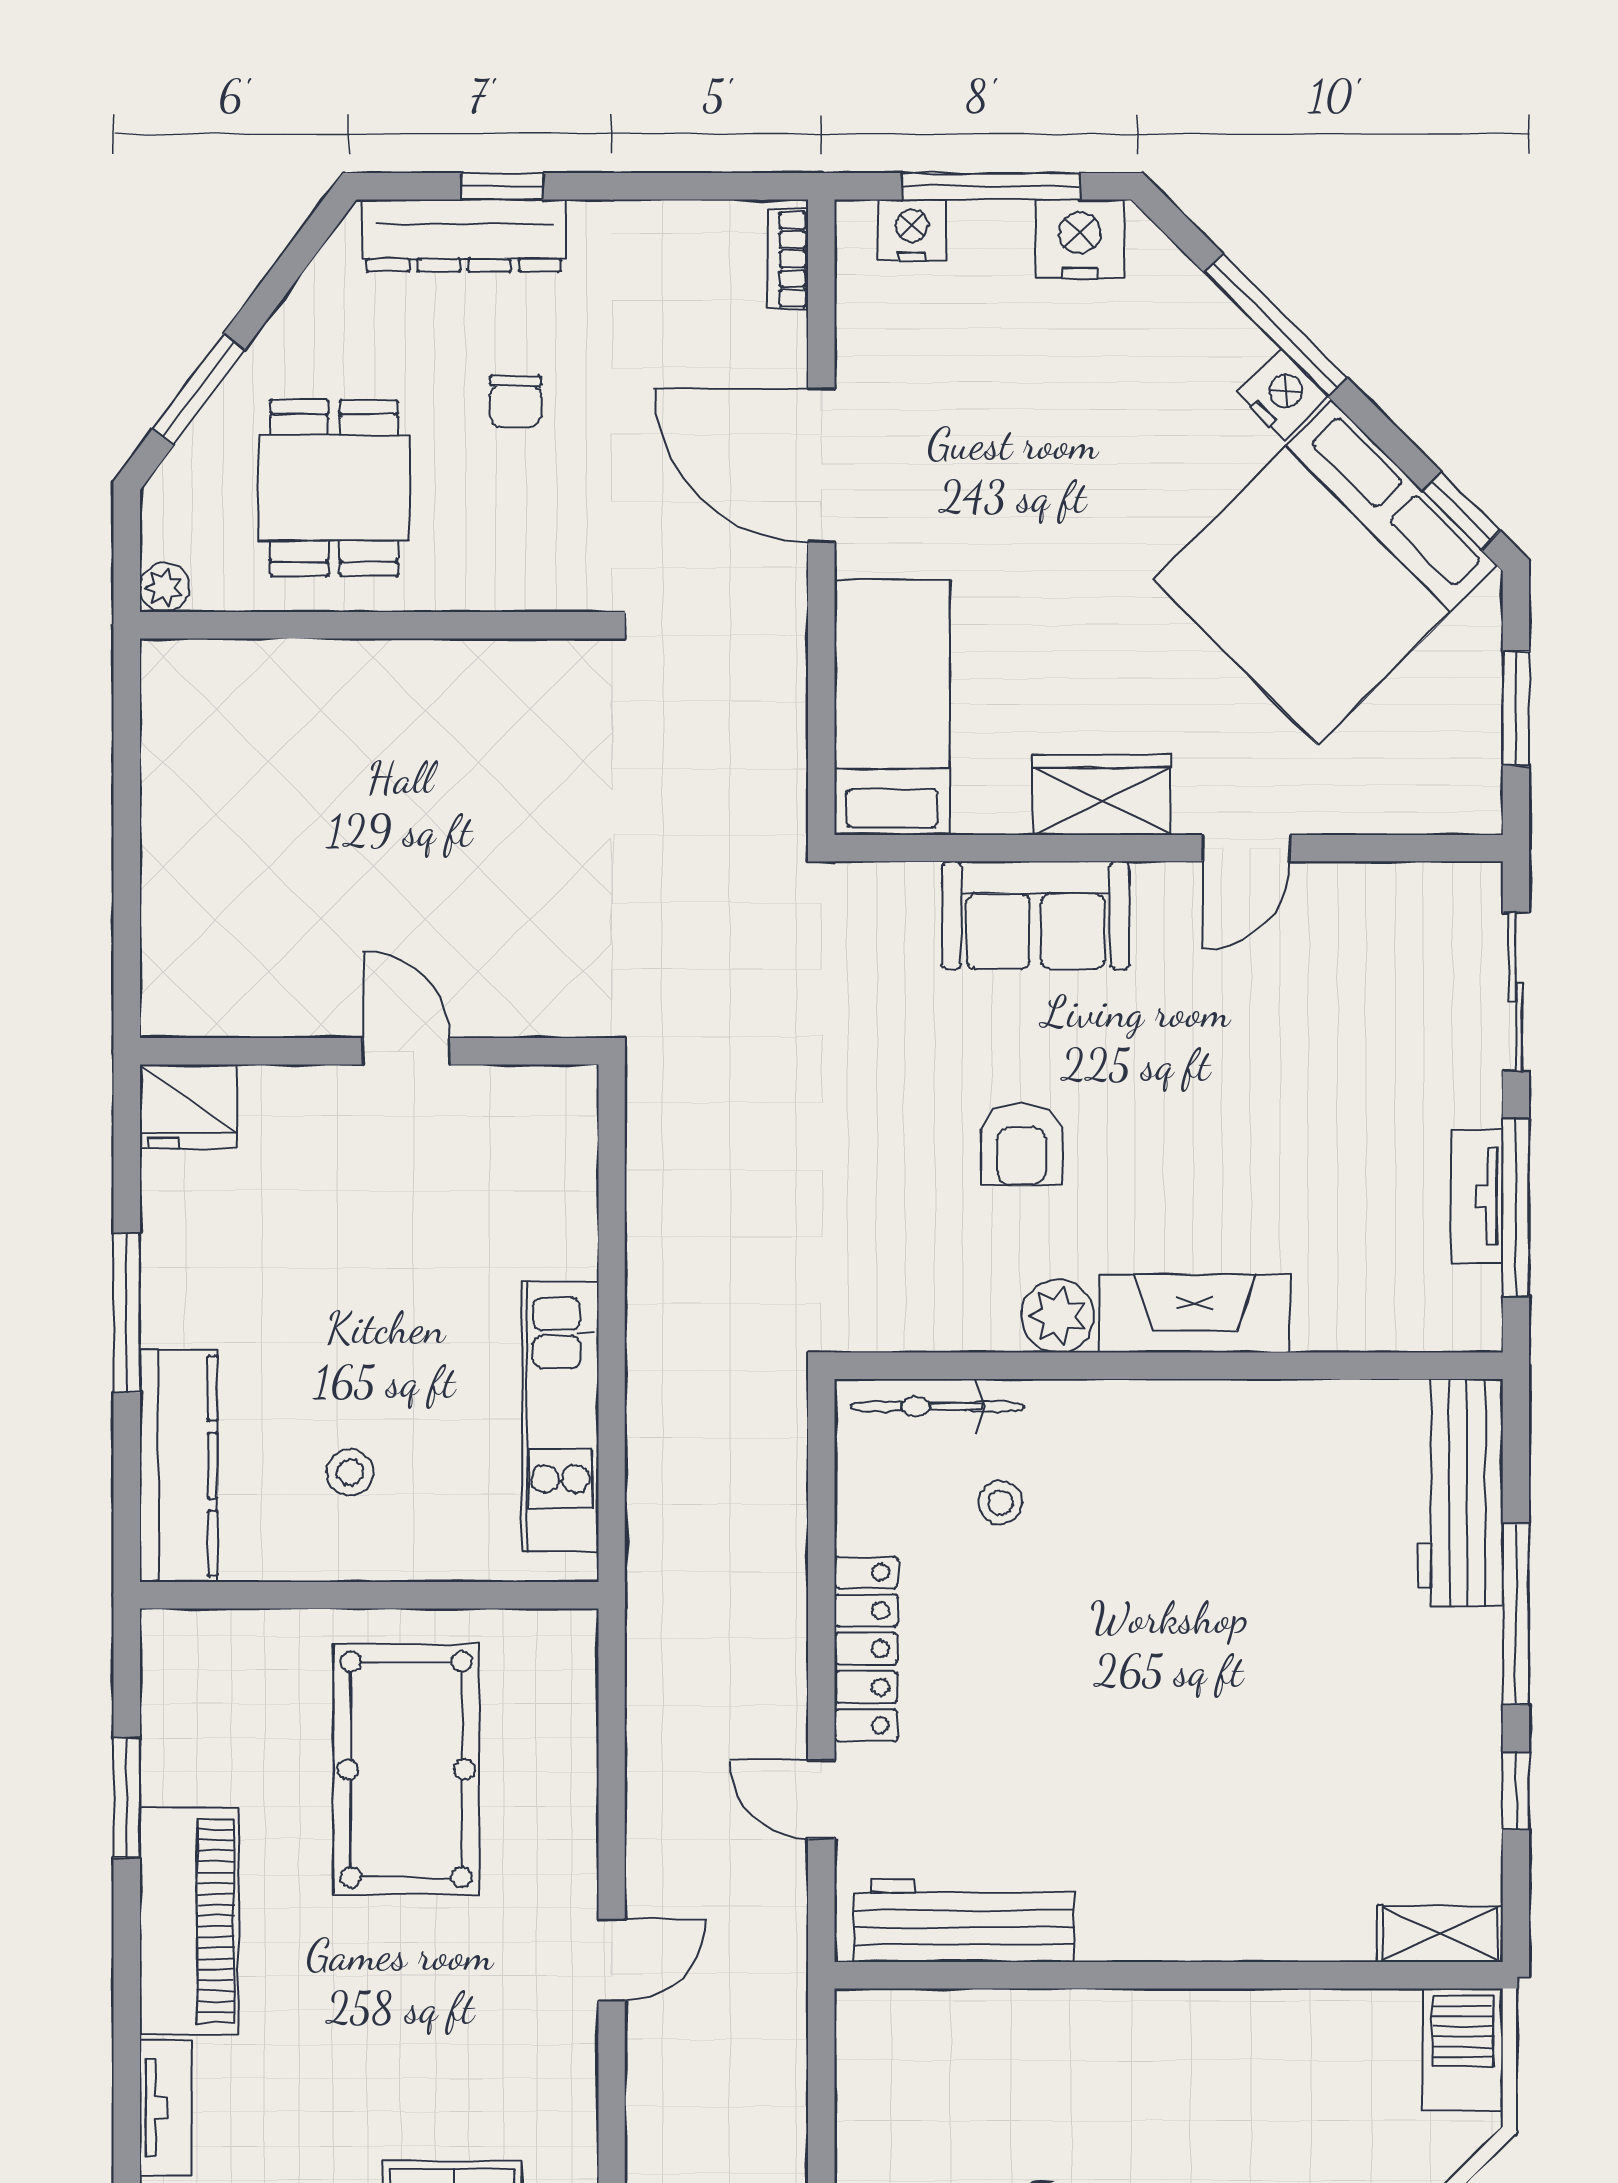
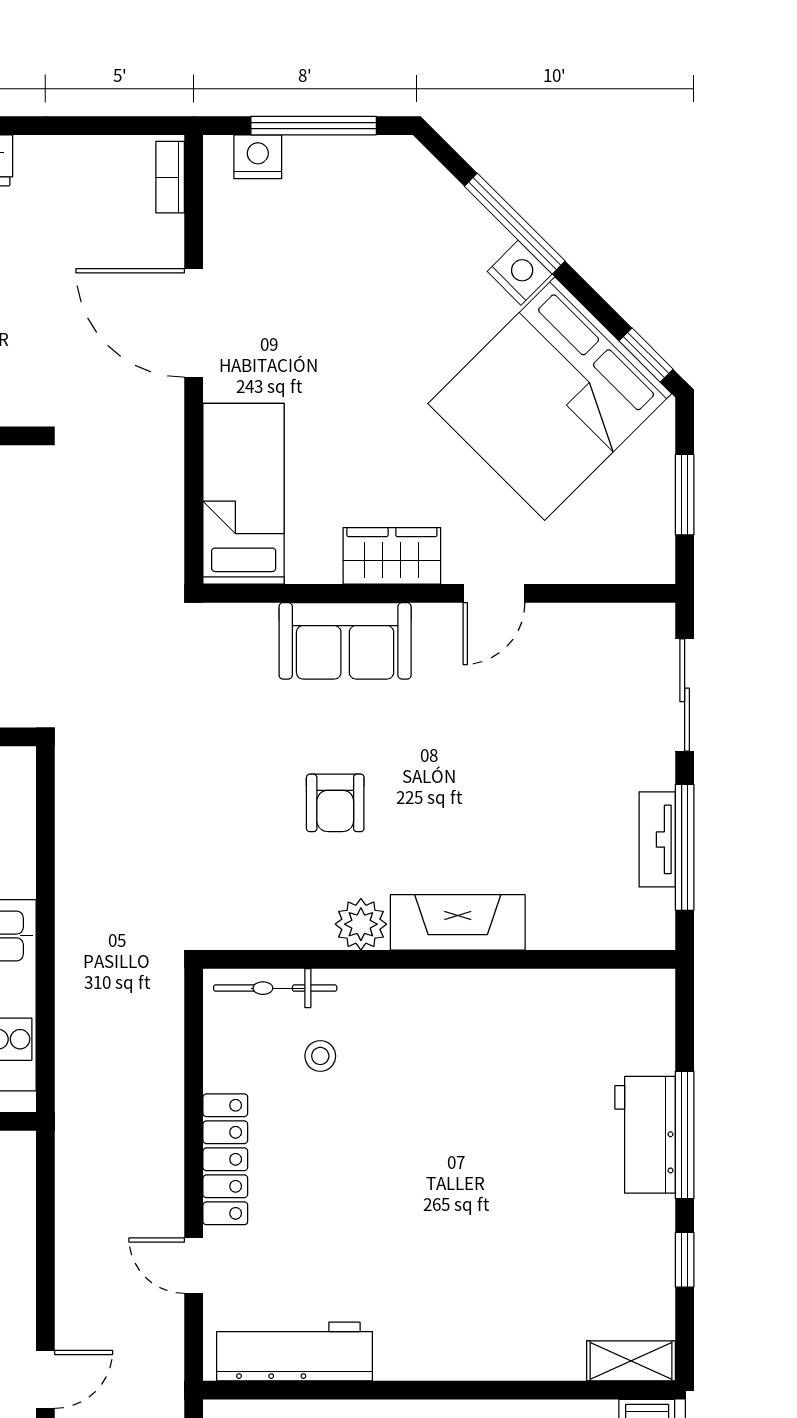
nightstand: (1080, 239) -> (376, 163), removed
workbench: (1460, 1493) -> (645, 1135), moved, width x0.73

